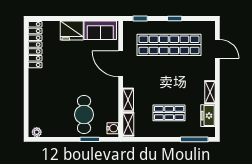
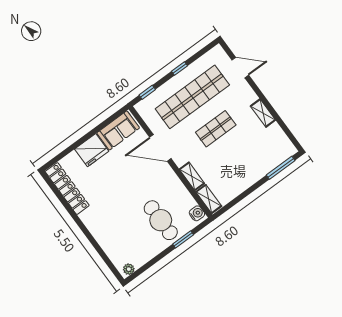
shop shelf: (169, 113) -> (216, 129), moved
freezer: (208, 116) -> (277, 136), removed

